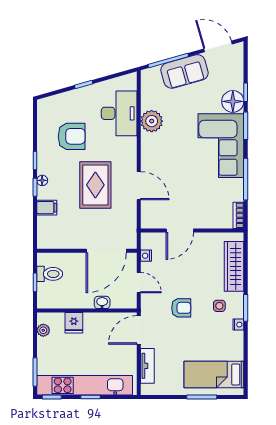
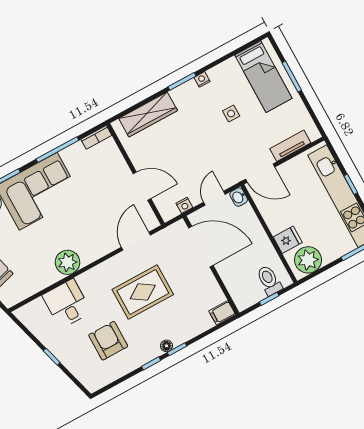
desk: (119, 113) -> (67, 304), width x0.73
plant: (152, 121) -> (67, 262), moved
door: (139, 186) -> (136, 241), moved
filing cabinet: (47, 208) -> (222, 313), moved, turned -90
toilet: (50, 274) -> (269, 280), moved
washbasin: (102, 302) -> (239, 197), moved
side table: (219, 306) -> (231, 114), moved
armchair: (181, 308) -> (216, 144), removed
plant: (43, 330) -> (308, 260), width x1.87, depth x1.87

